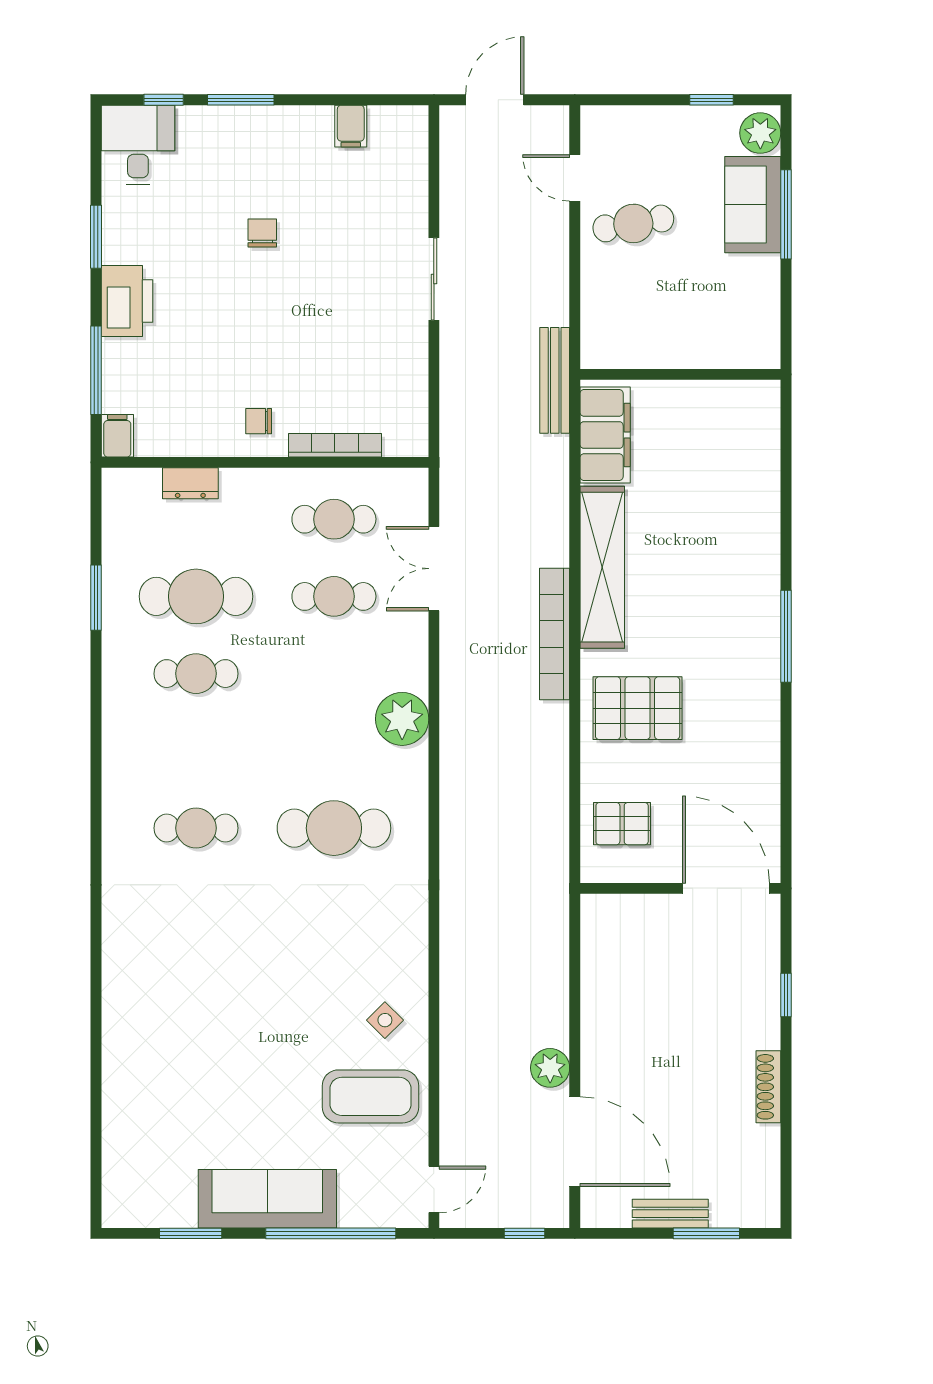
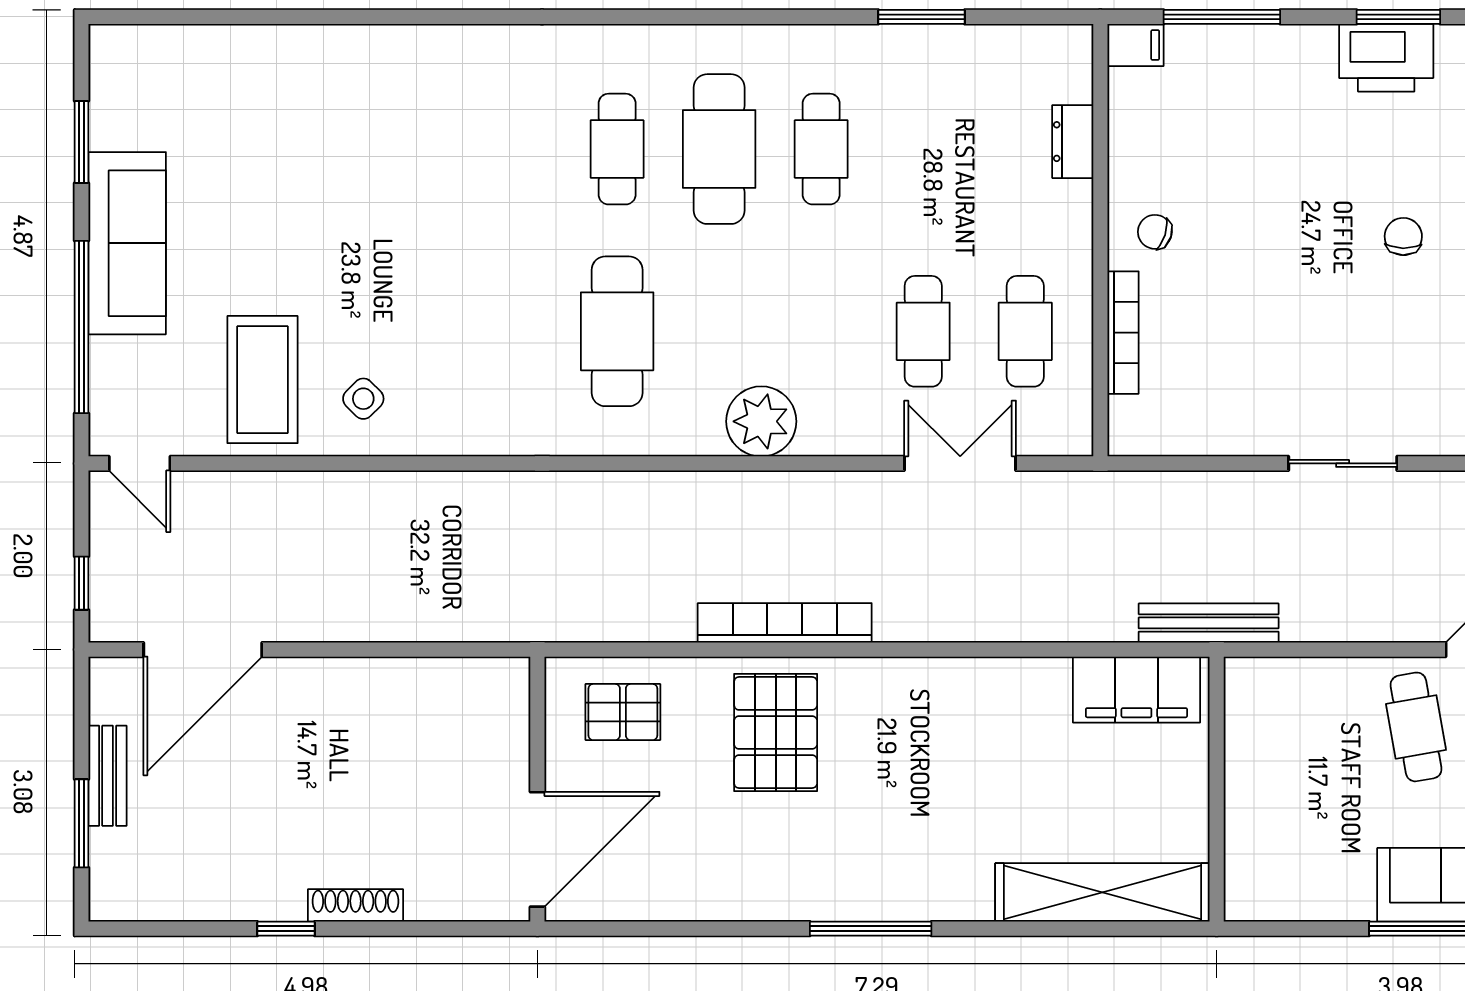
chair: (262, 233) -> (1403, 237), turned -89
printer: (127, 301) -> (1386, 58), moved
chair: (259, 421) -> (1155, 232), turned -72
shelving: (602, 567) -> (1102, 892), moved
cafe table: (196, 596) -> (719, 149), moved
bookcase: (555, 634) -> (785, 623), moved
pallet: (622, 824) -> (623, 712), turned 90
window: (786, 995) -> (286, 929), moved
plant: (550, 1068) -> (300, 617), removed
shoe rack: (768, 1087) -> (356, 905), moved

